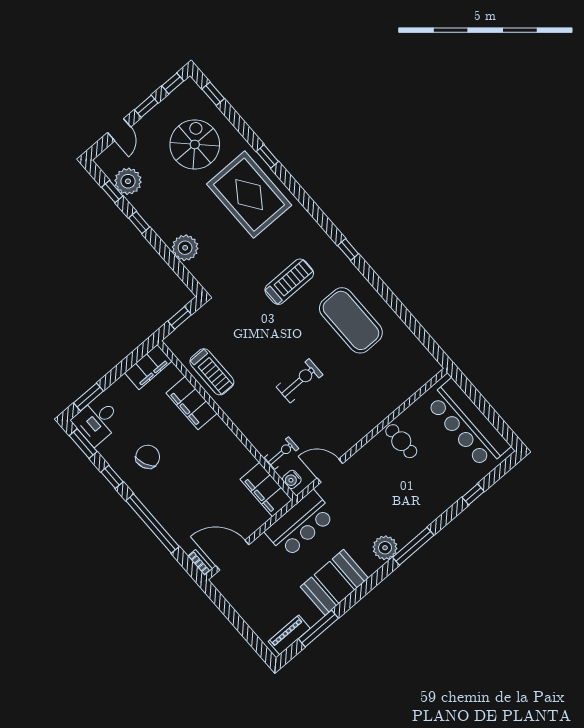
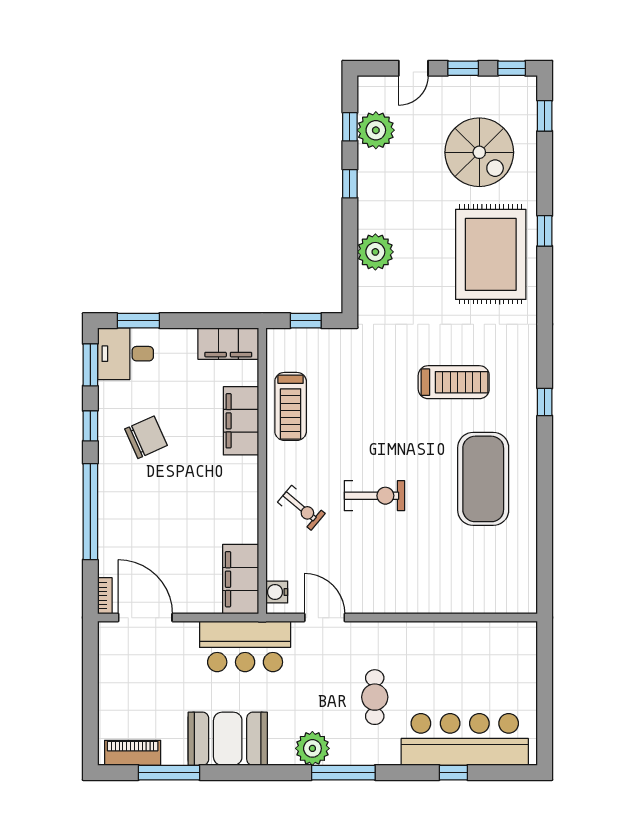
spiral stairs: (195, 144) -> (479, 152), turned 90
bar counter: (468, 424) -> (465, 739), moved, turned 90
cafe table: (401, 441) -> (375, 697), moved
exercise bike: (282, 453) -> (301, 508), moved, turned 40

